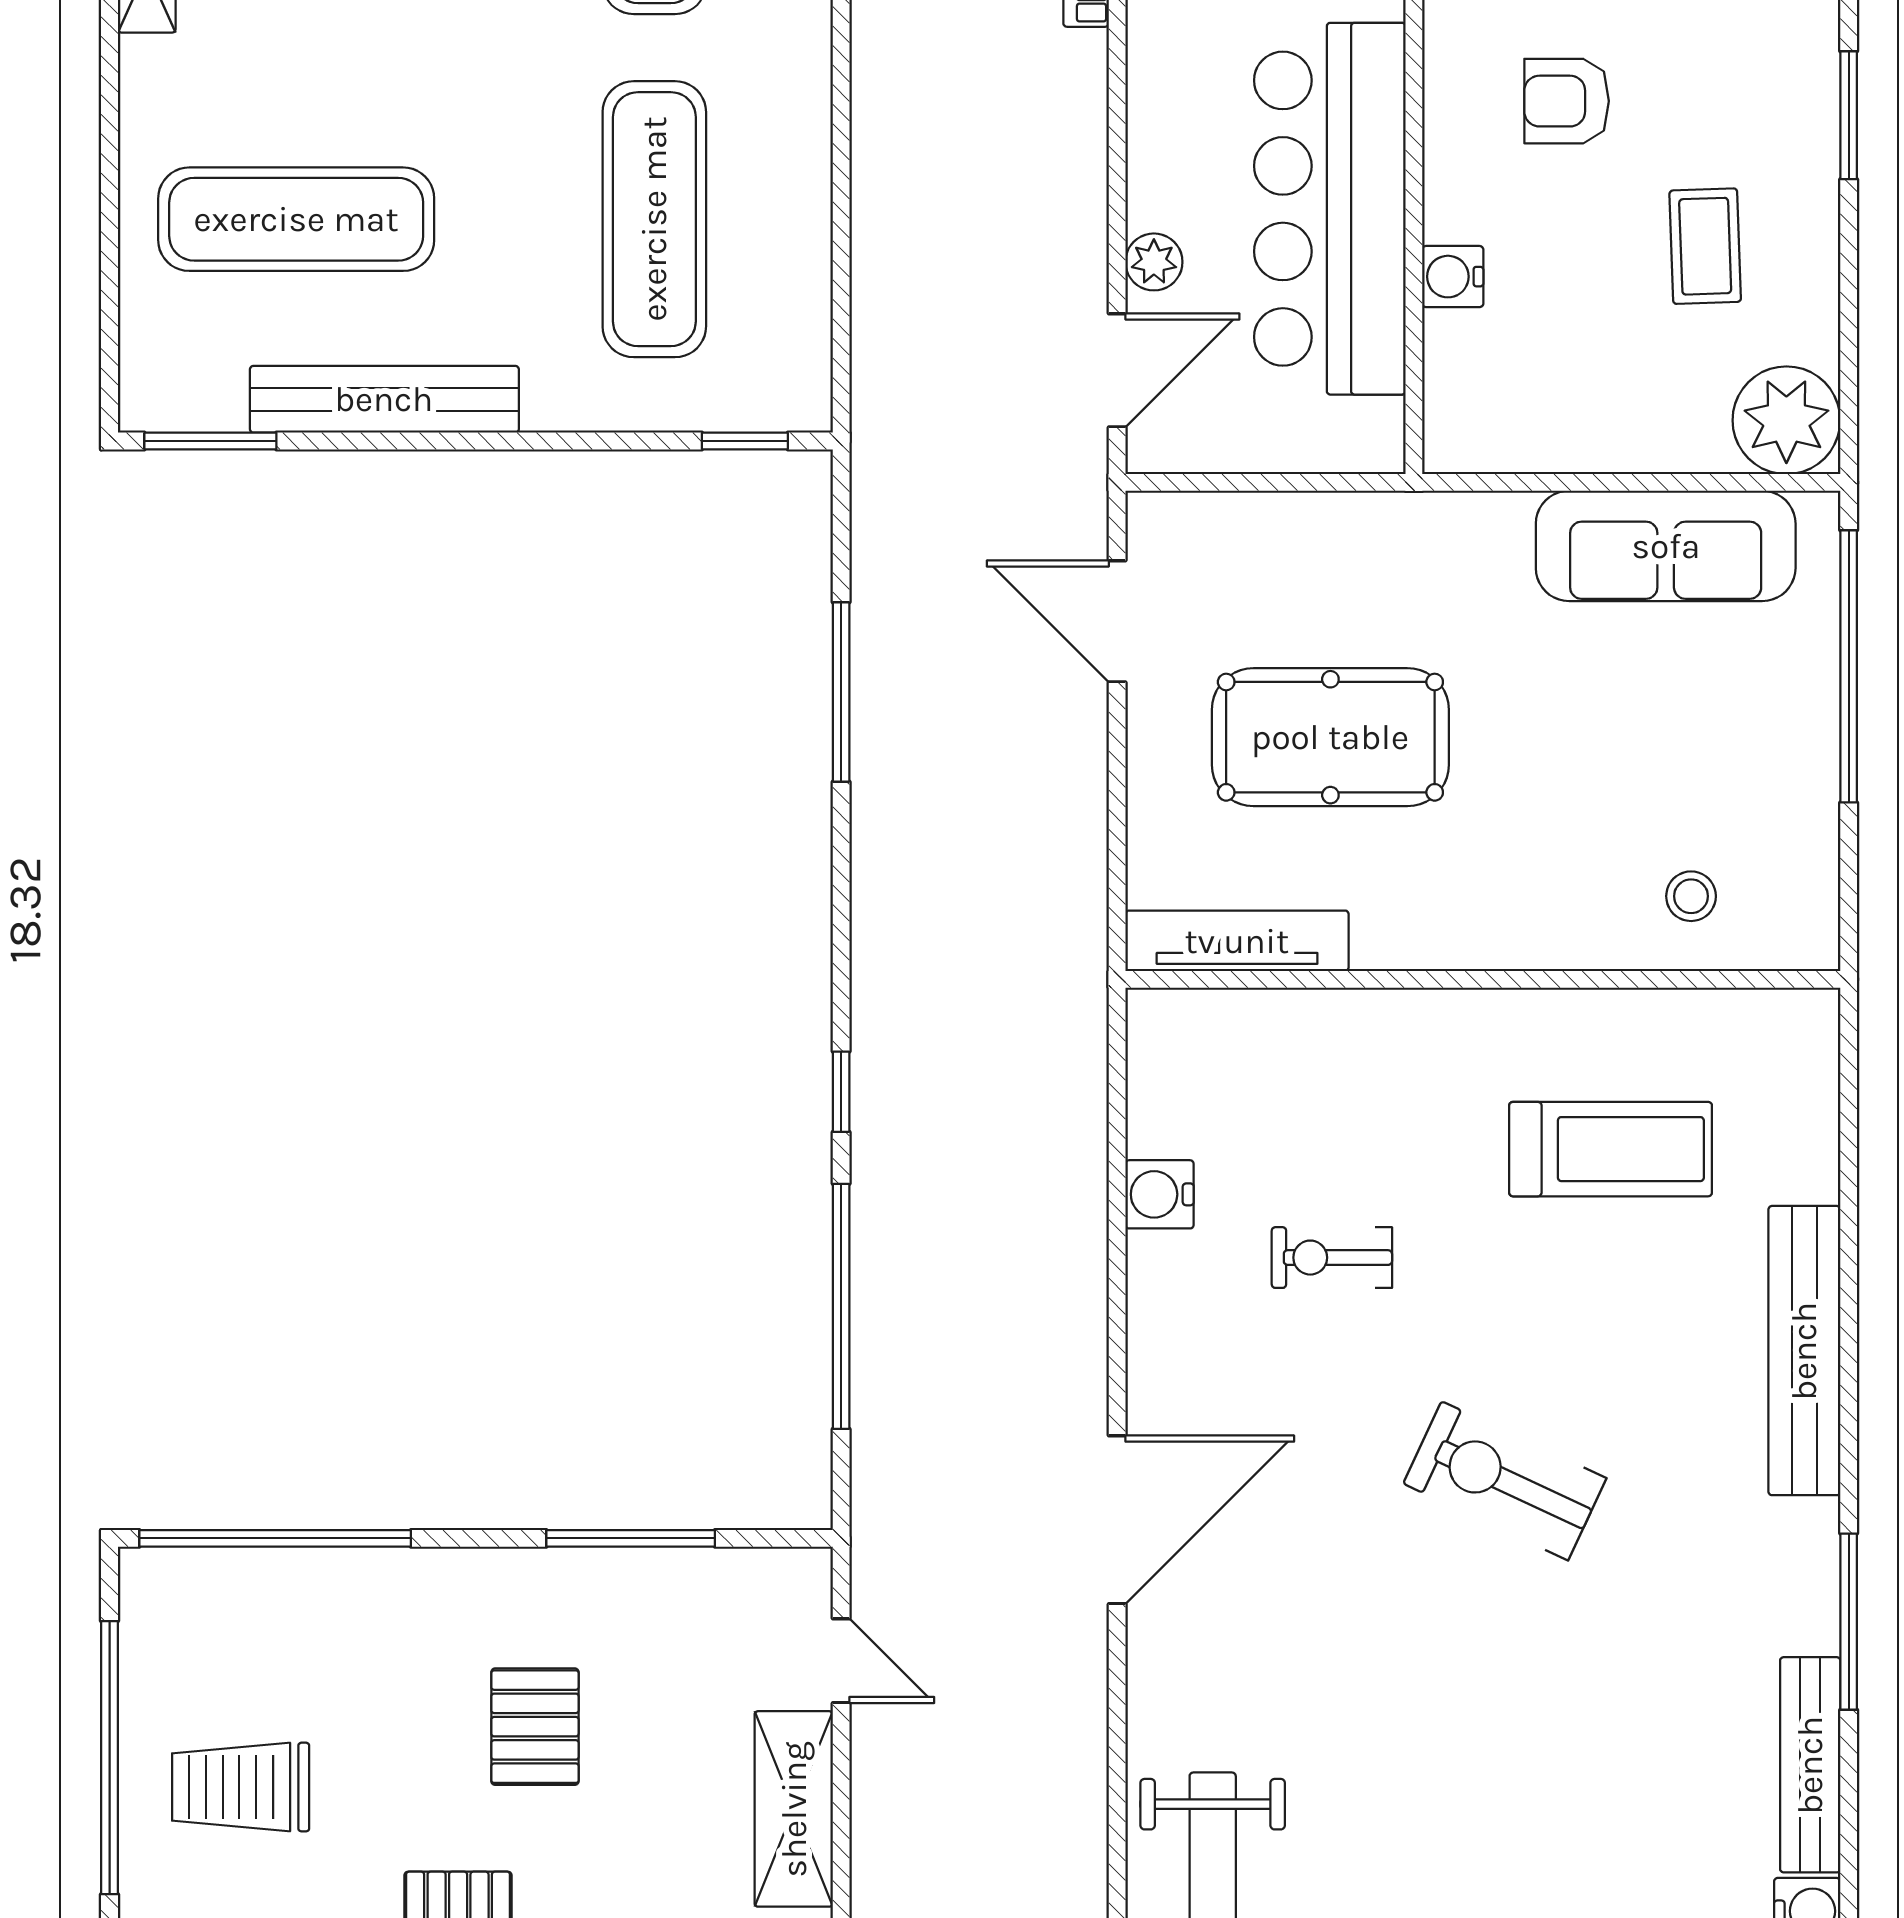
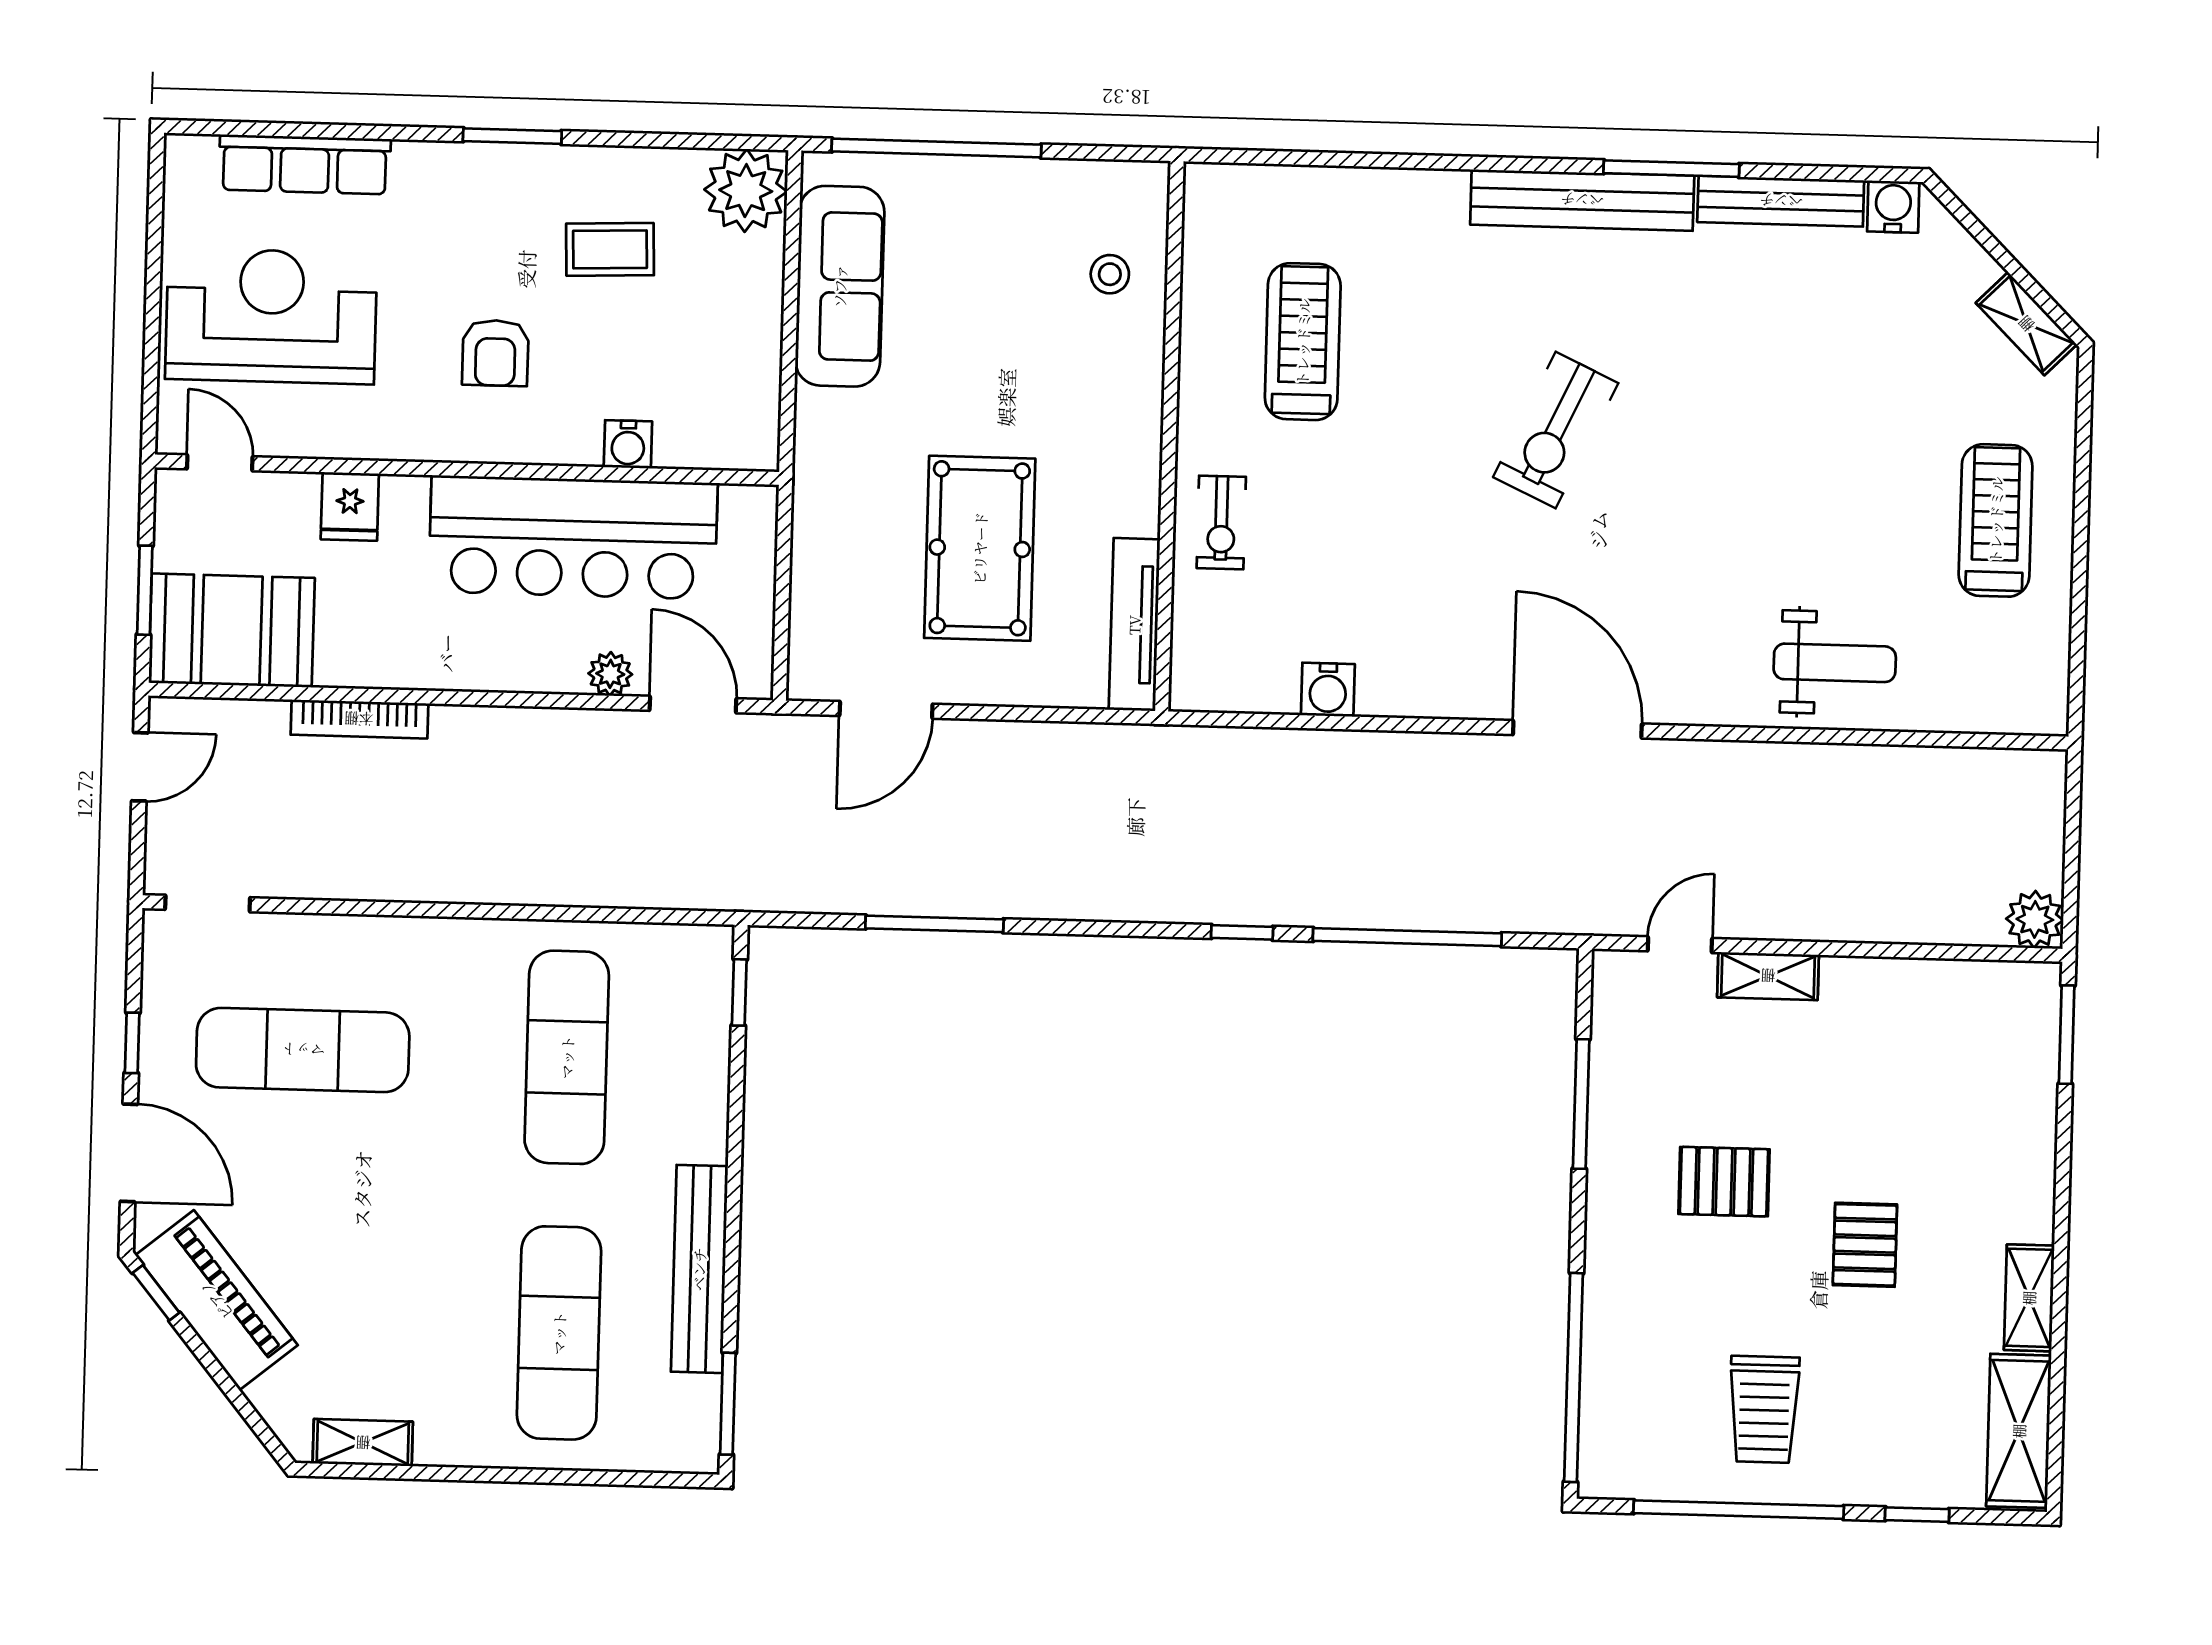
exercise mat: (654, 219) -> (567, 1057), turned 90
exercise bike: (1332, 1258) -> (1221, 522), moved
bench: (1804, 1351) -> (1582, 200), moved
shelving: (794, 1809) -> (1768, 976), width x0.67, depth x0.75

